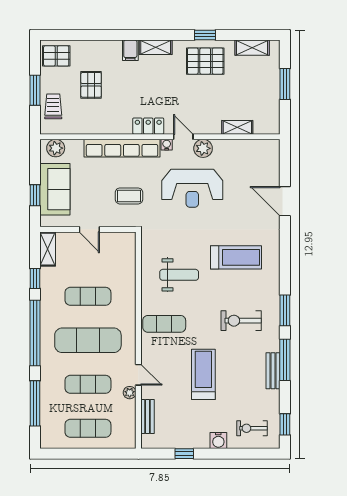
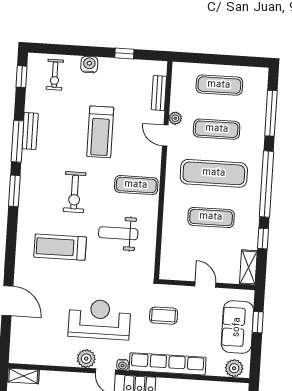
shelving: (237, 127) -> (23, 376), moved
exercise bike: (241, 321) -> (75, 192), moved, turned 90
exercise bike: (252, 428) -> (55, 75), turned 90

